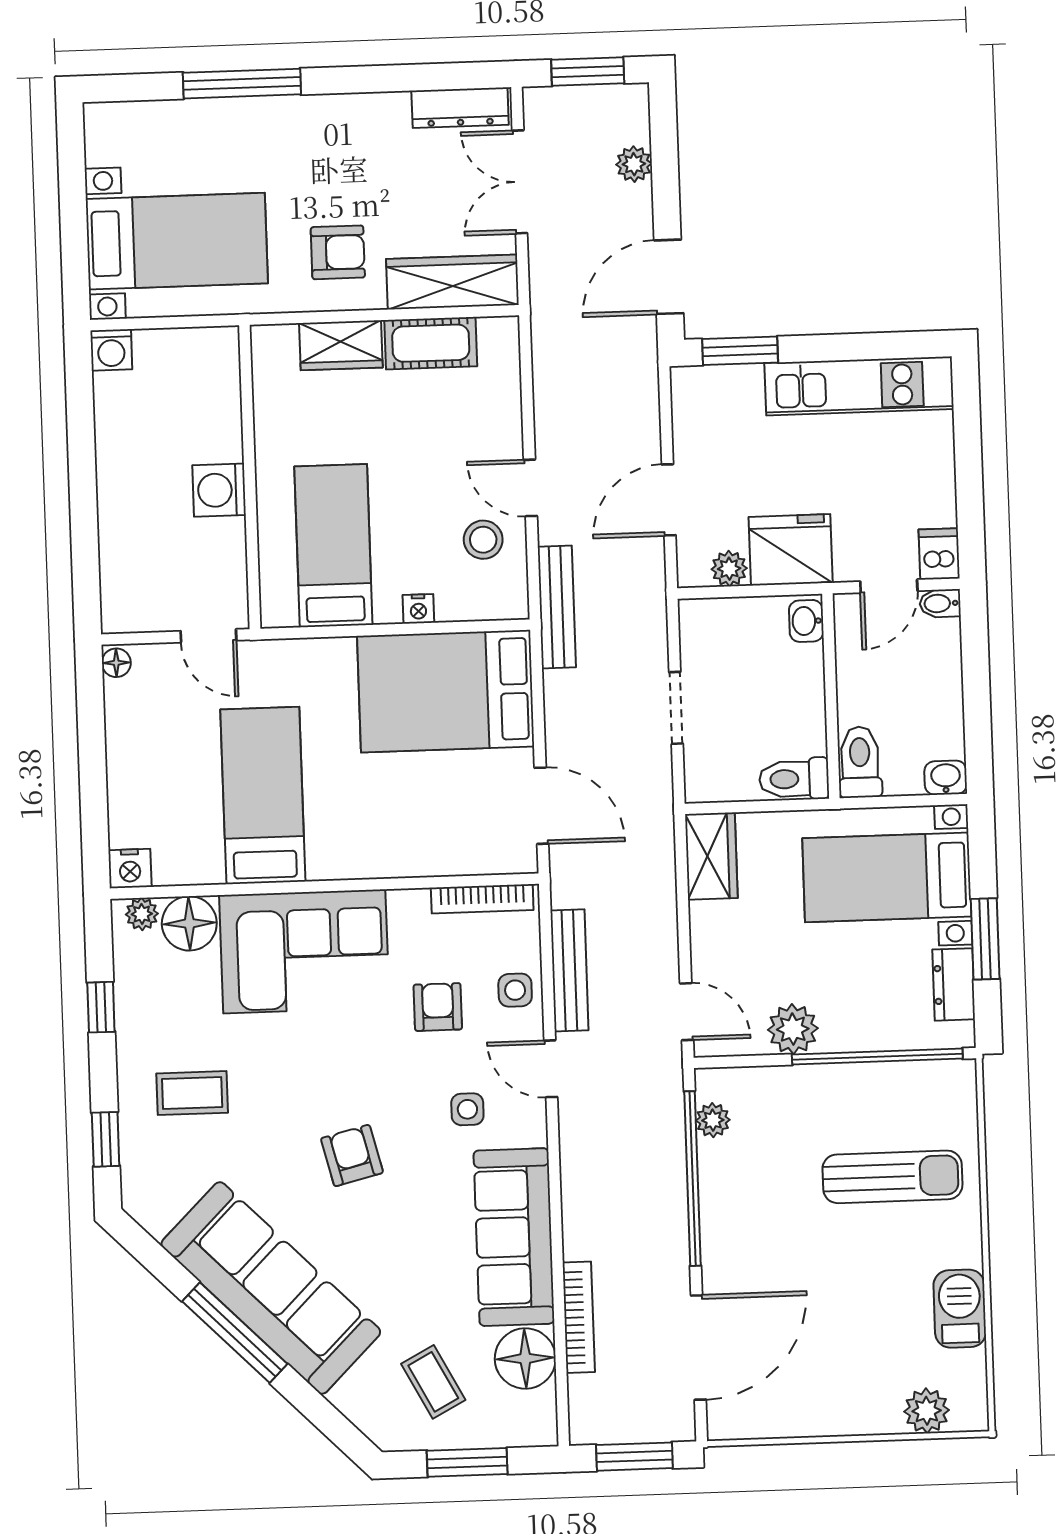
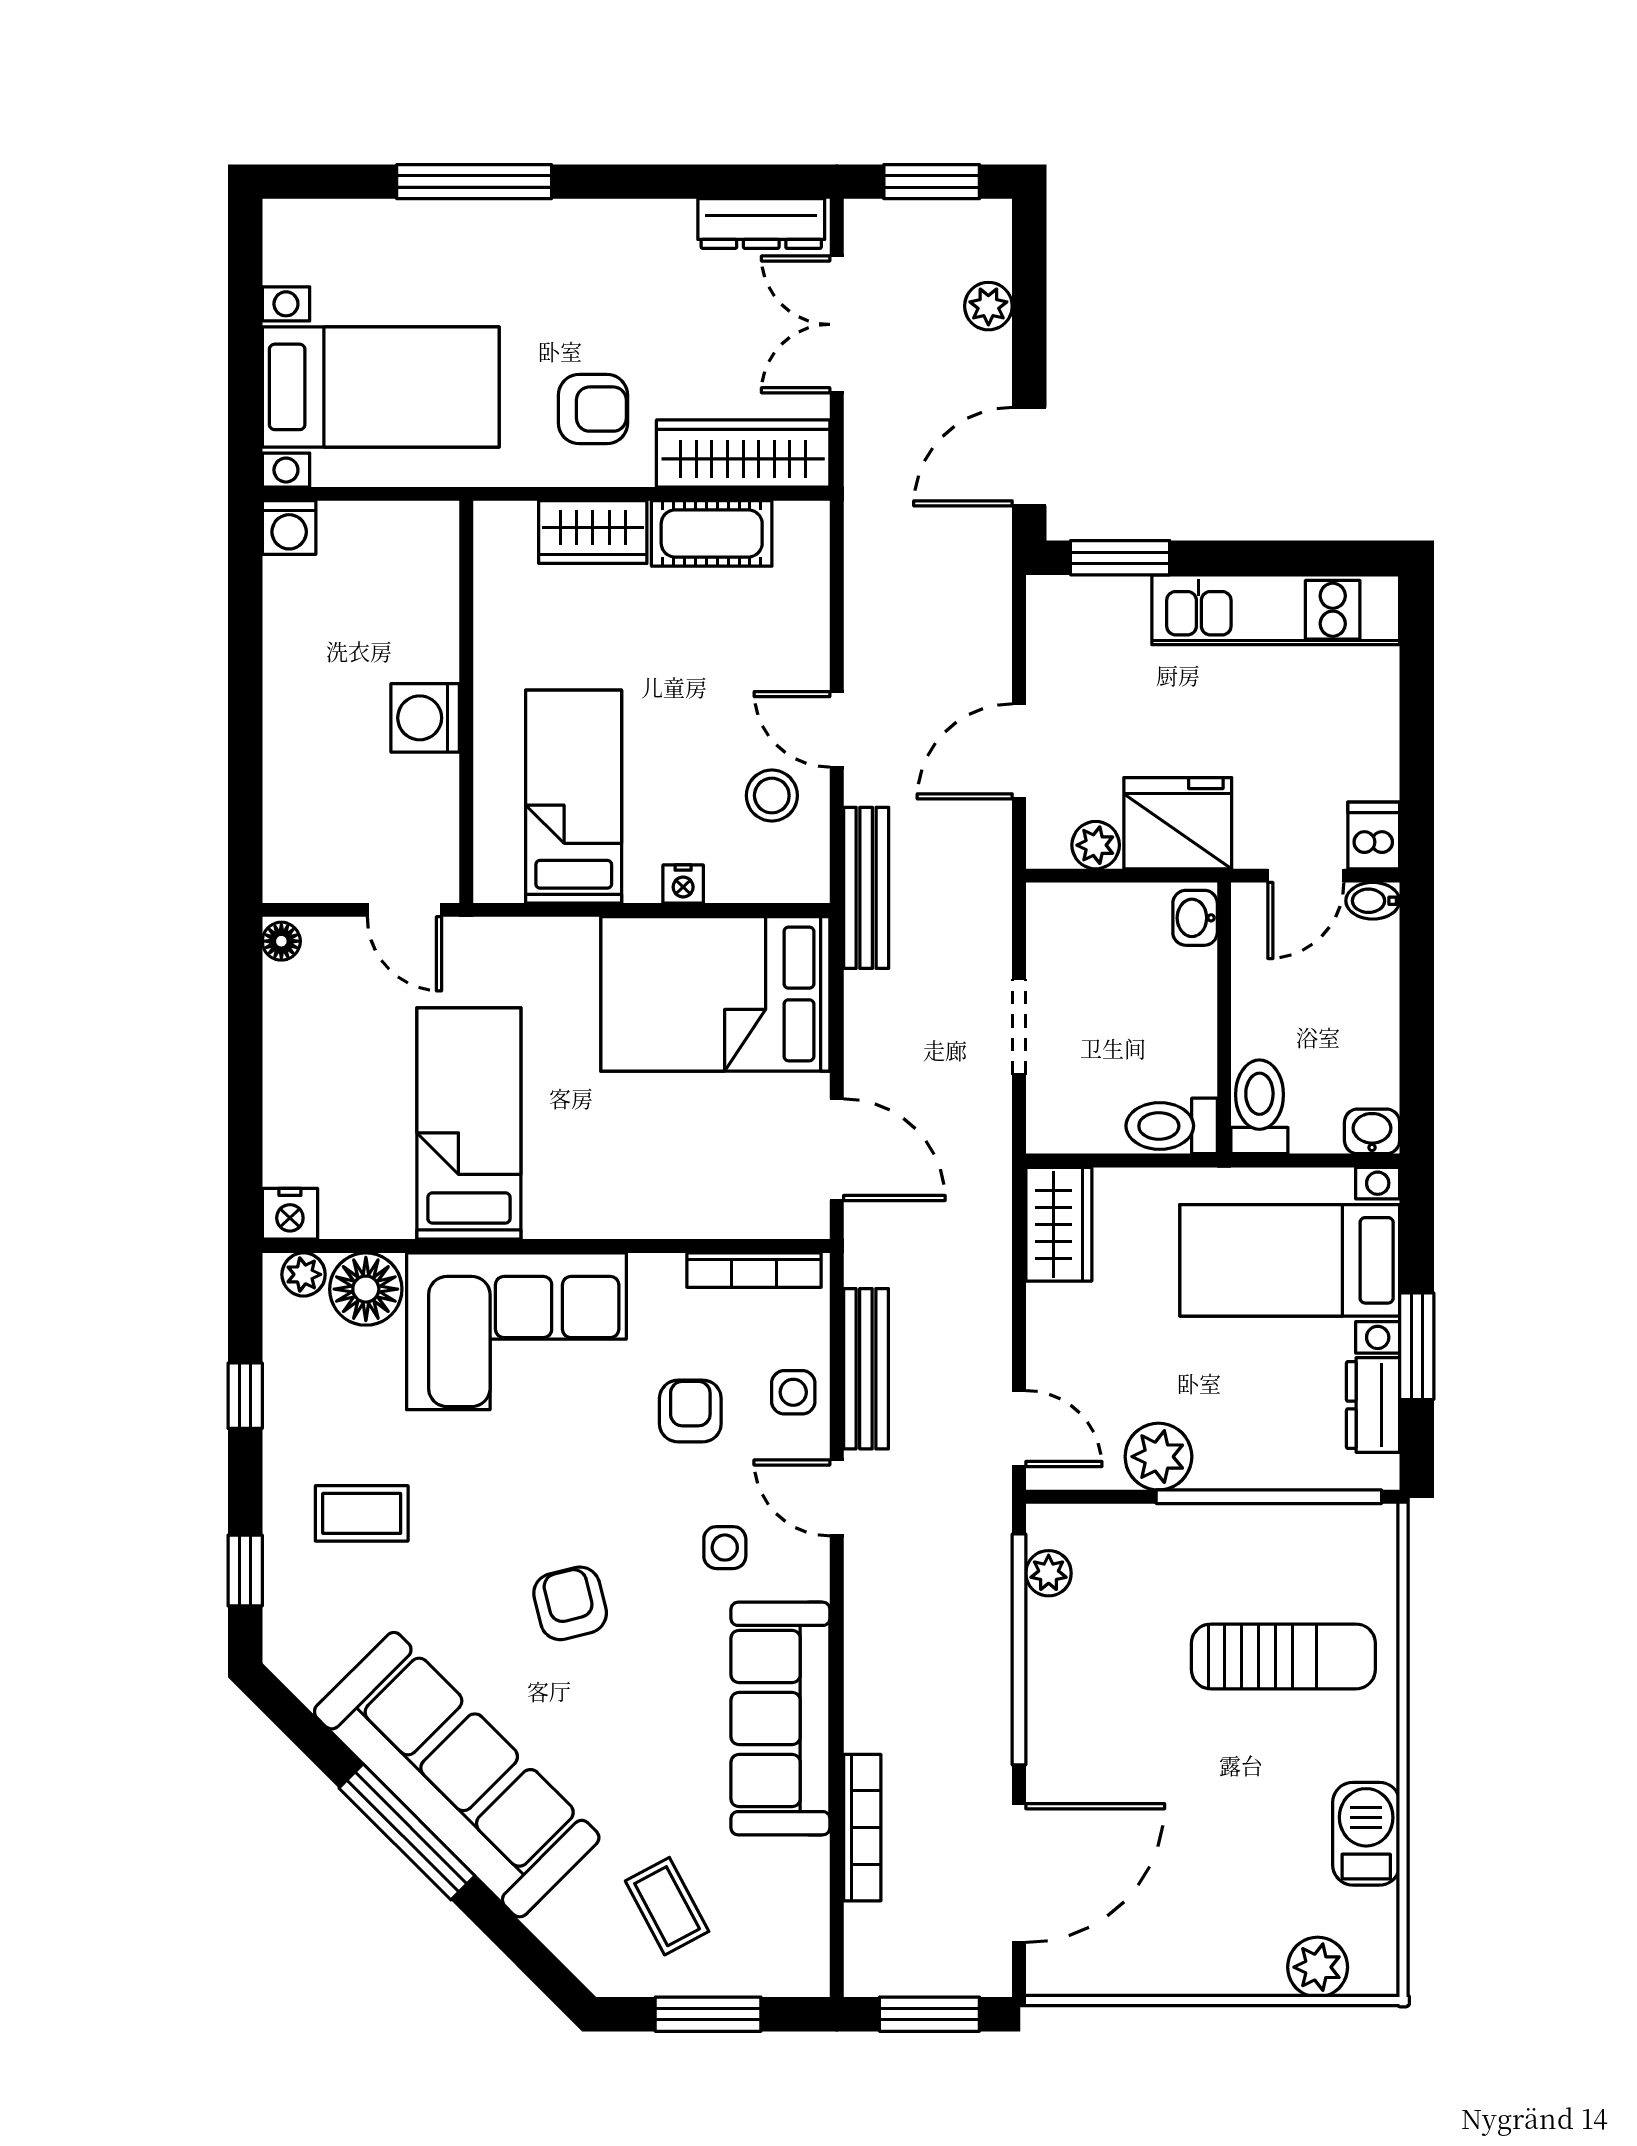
floor lamp: (525, 1358) -> (790, 1880), removed

